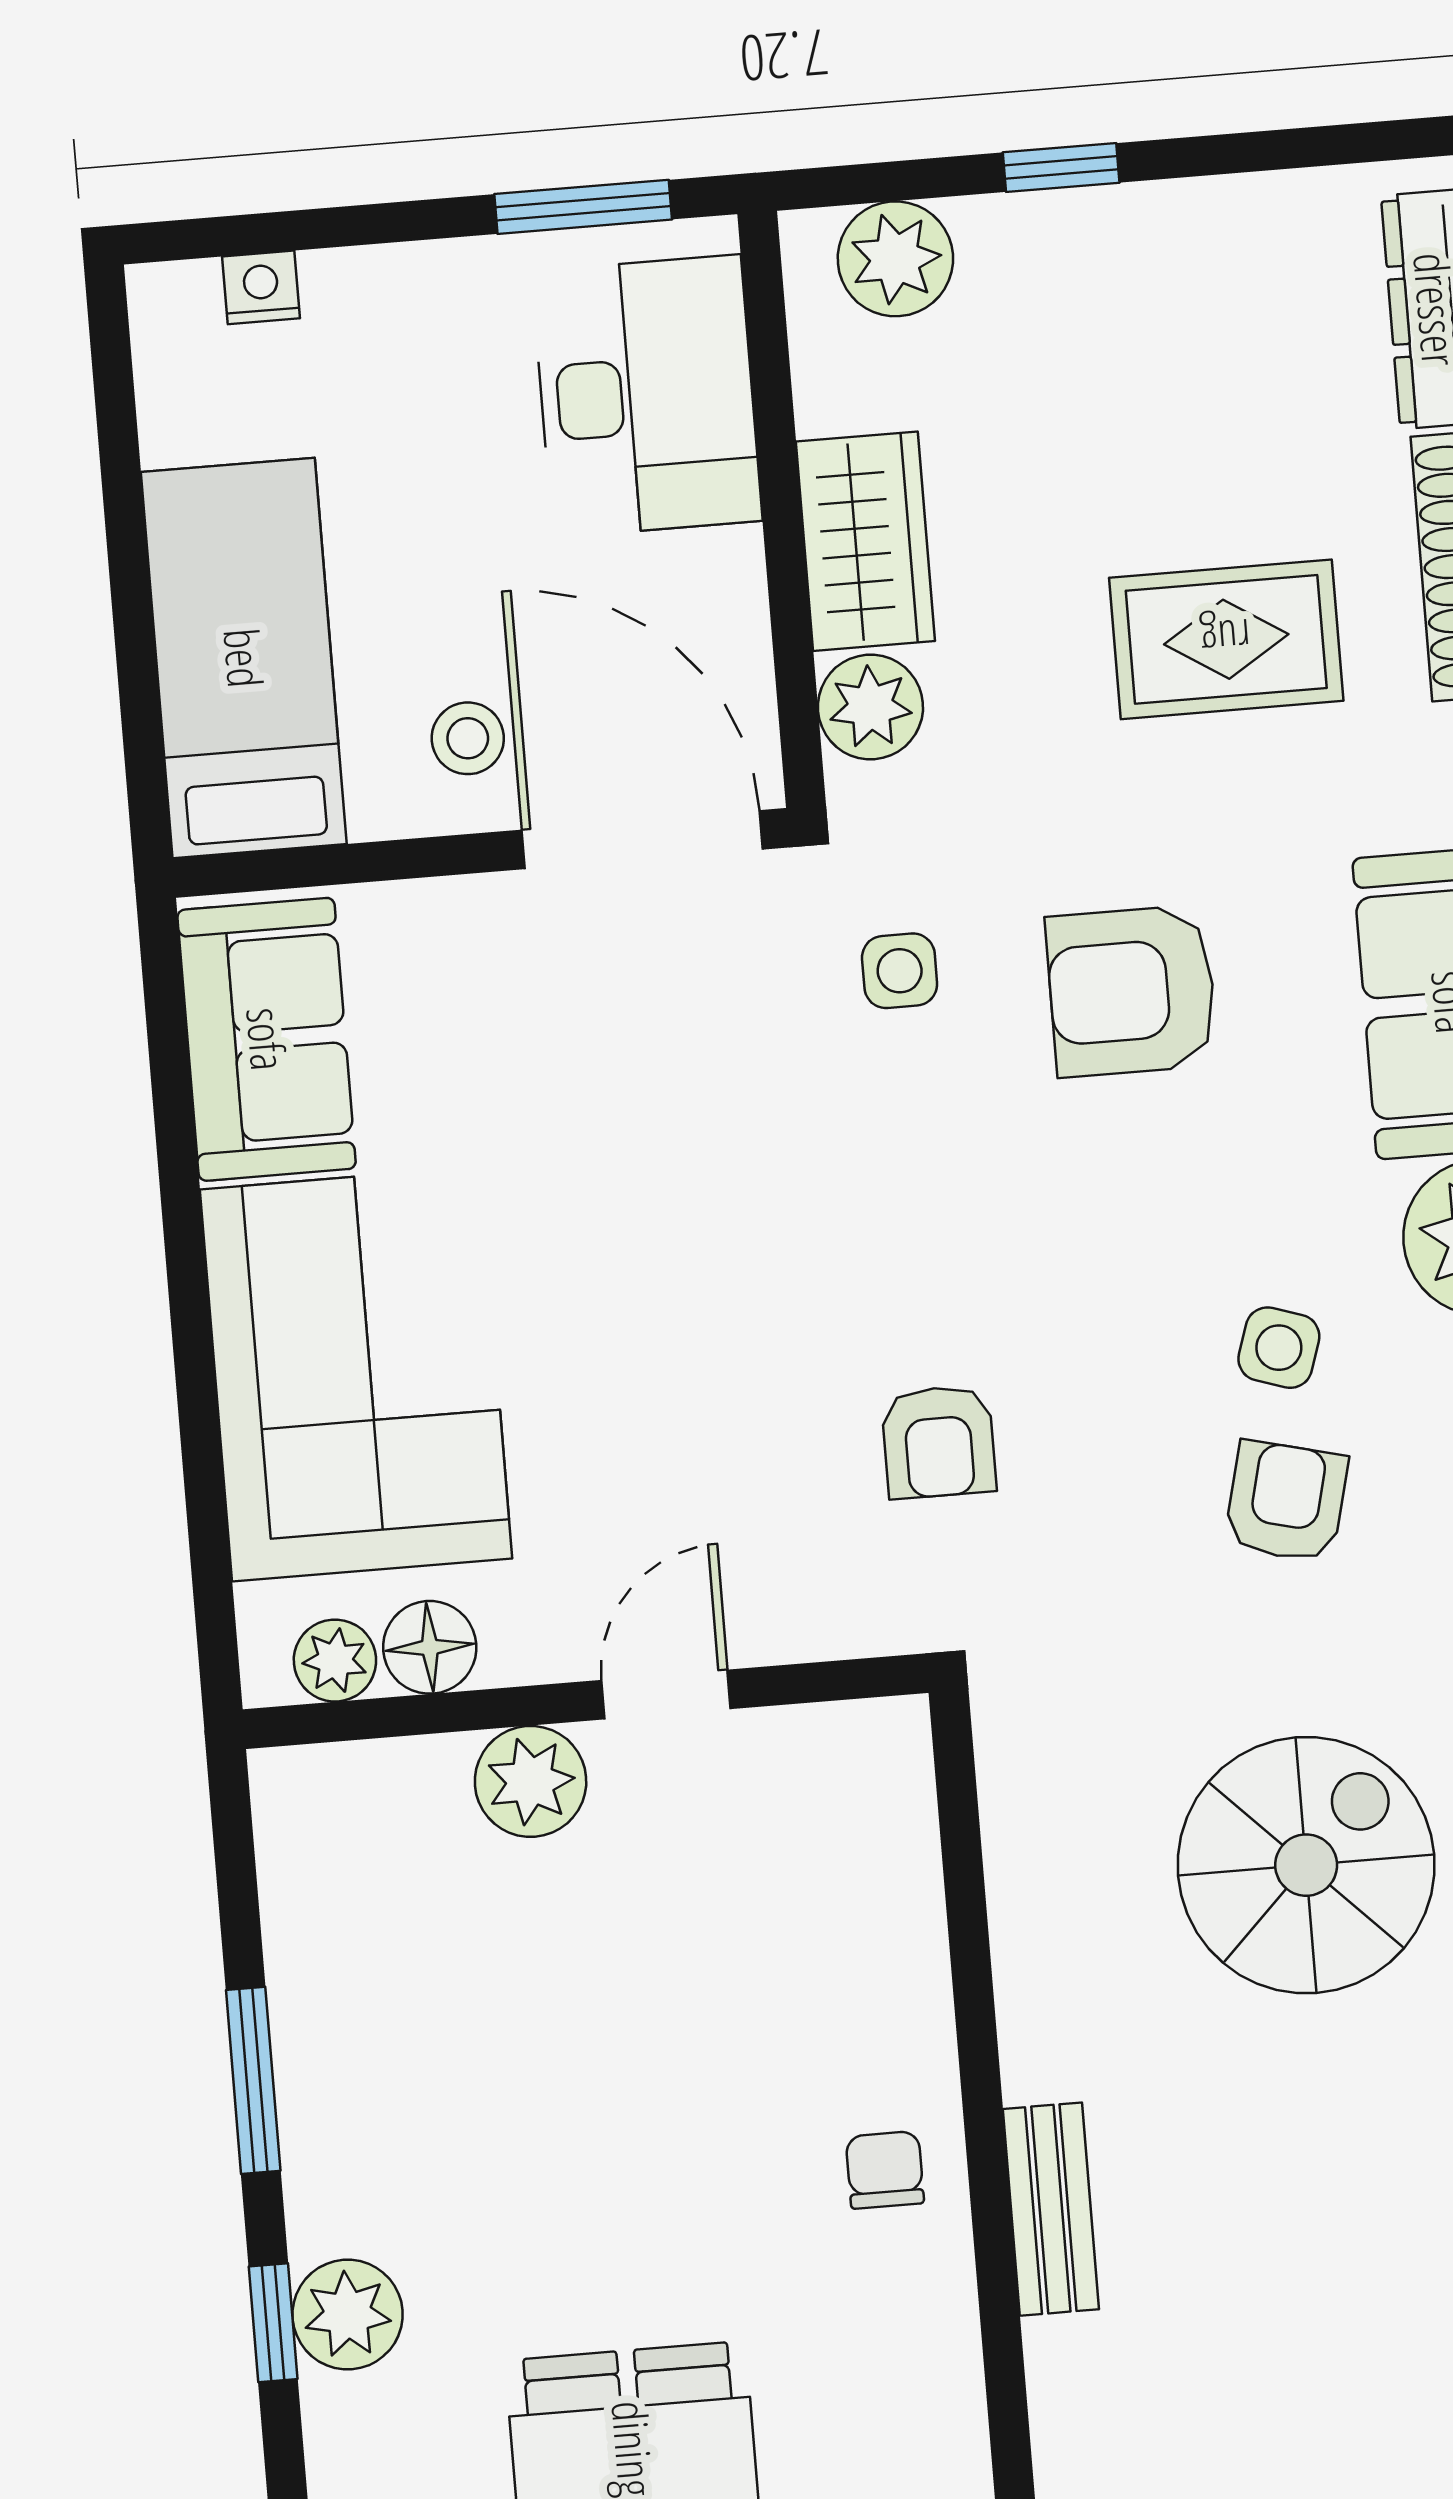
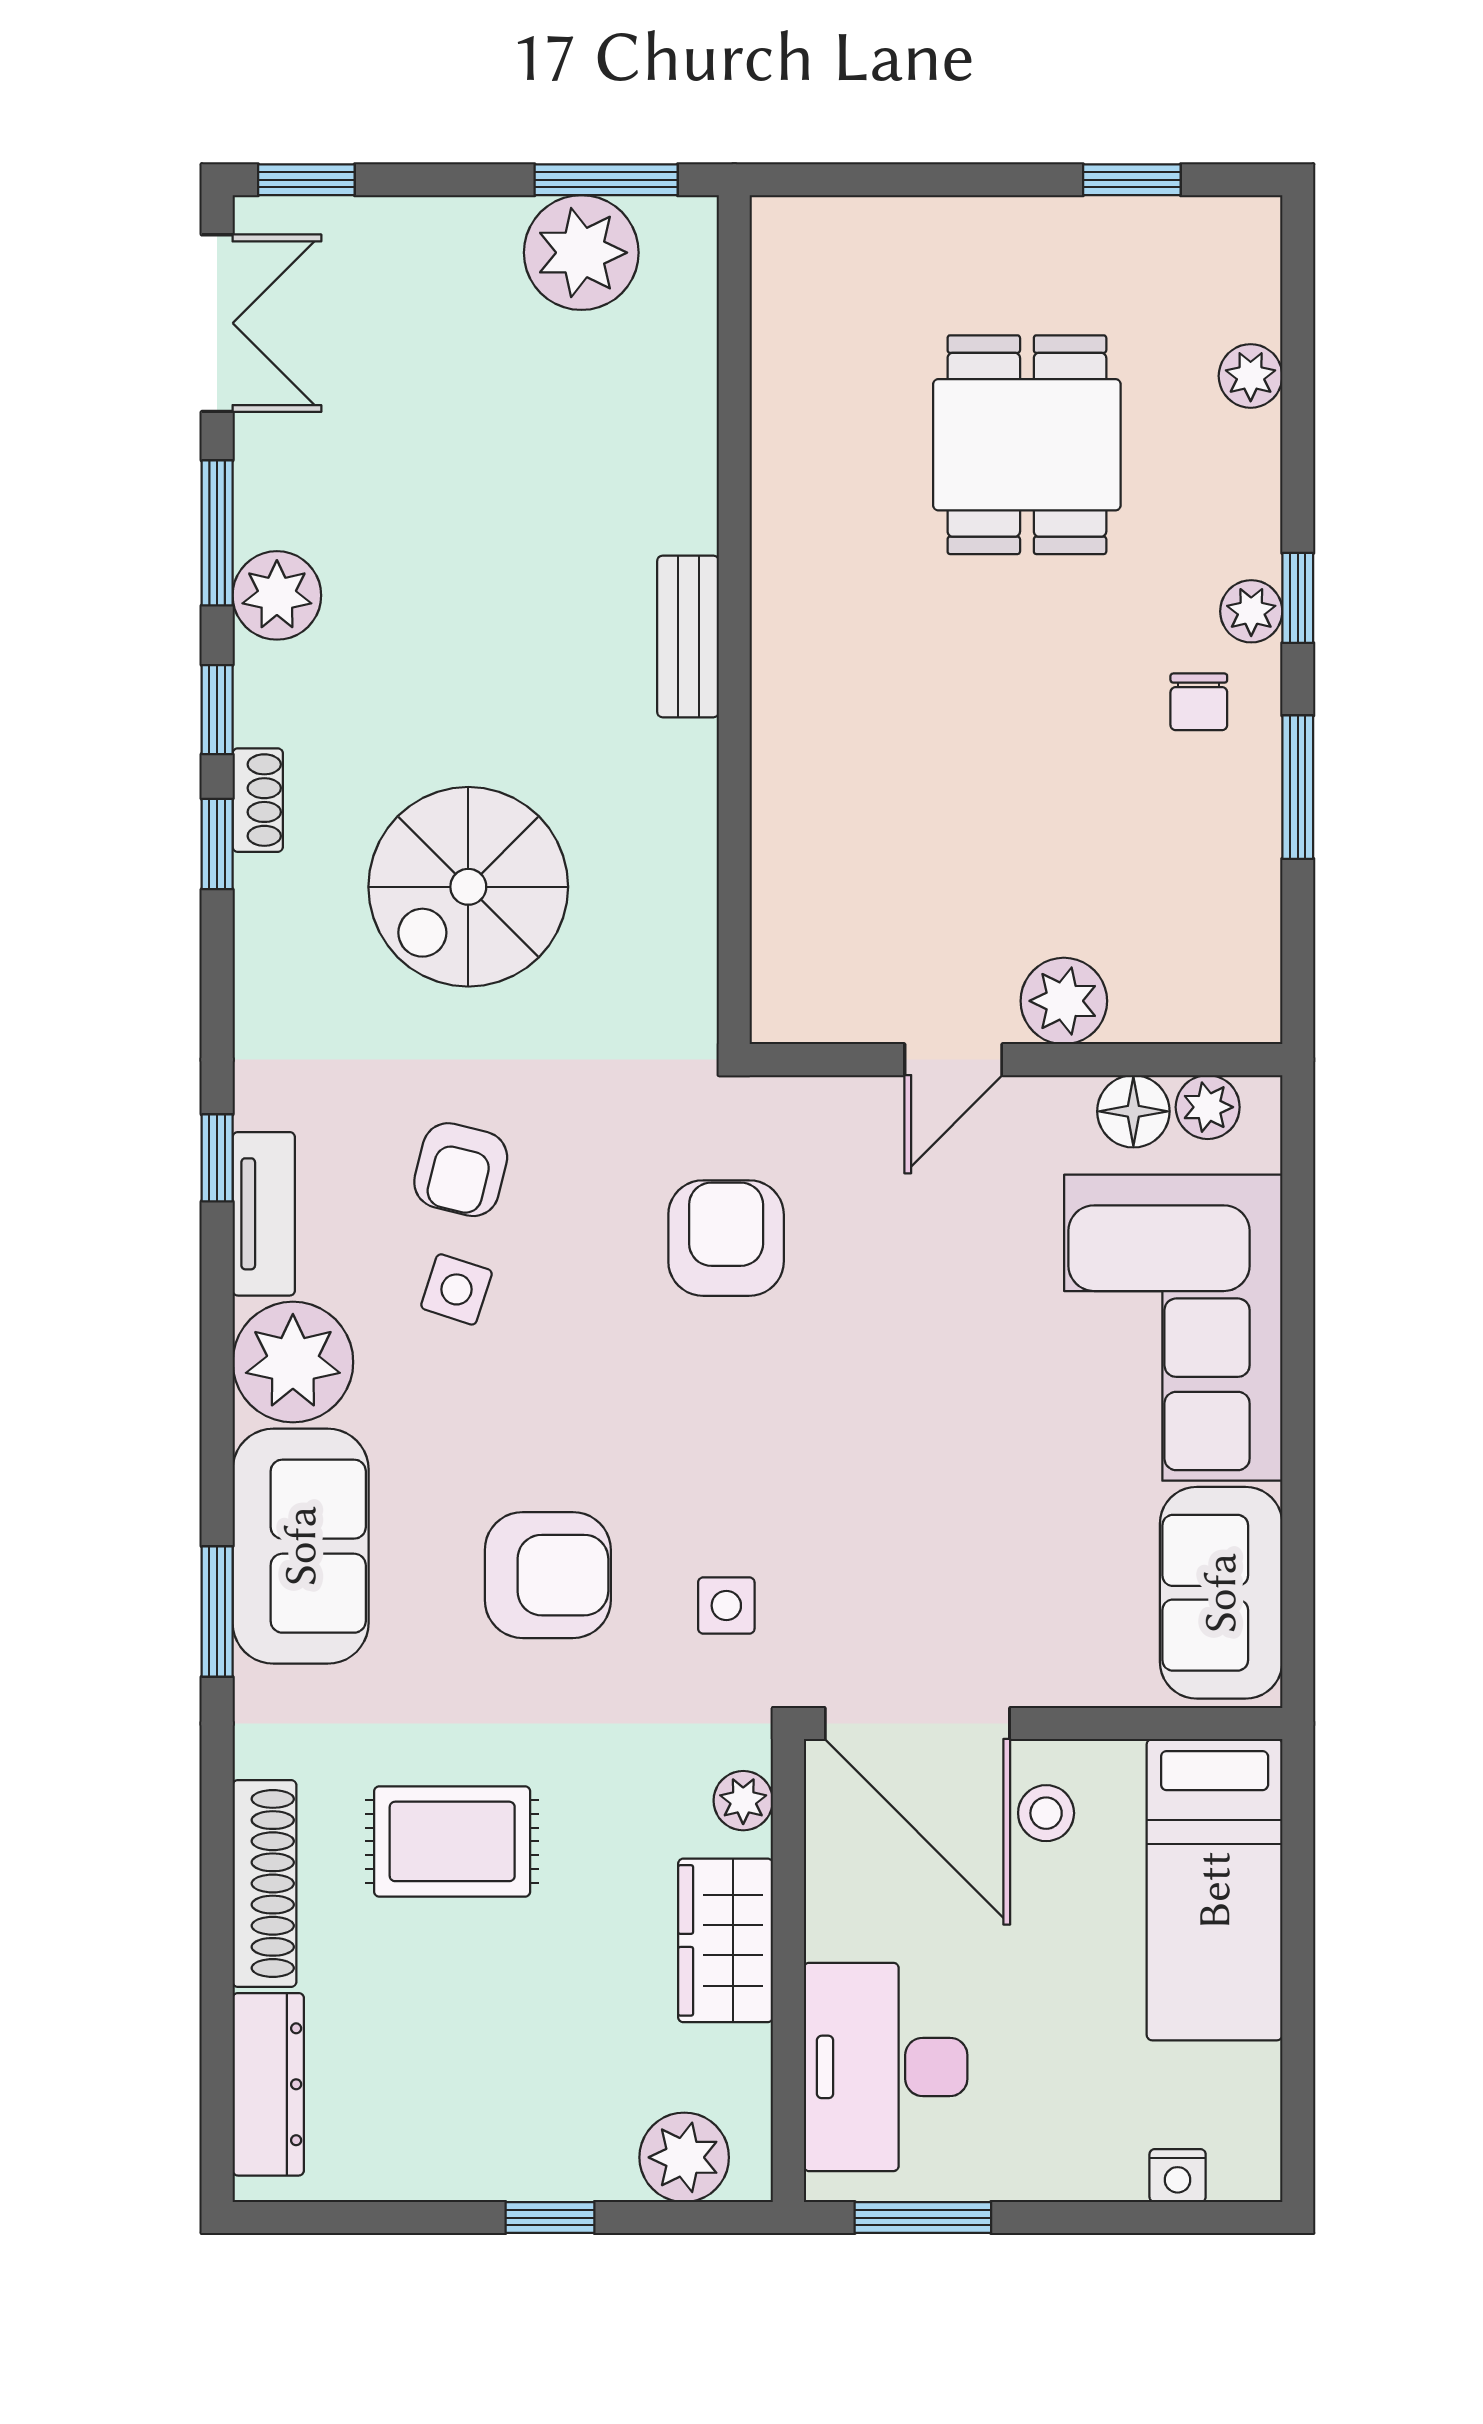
plant: (870, 707) -> (743, 1801), width x0.73, depth x0.73
armchair: (939, 1442) -> (726, 1238), width x1.38, depth x1.38
chair: (885, 2170) -> (1199, 702), moved
plant: (348, 2315) -> (1251, 611), width x0.73, depth x0.73

